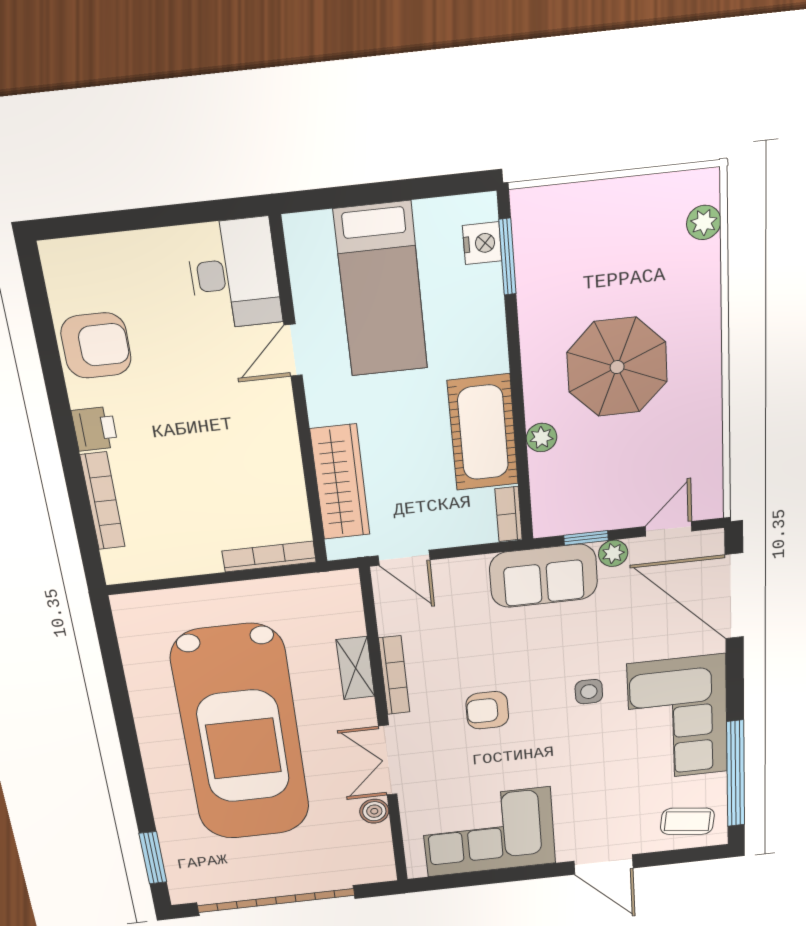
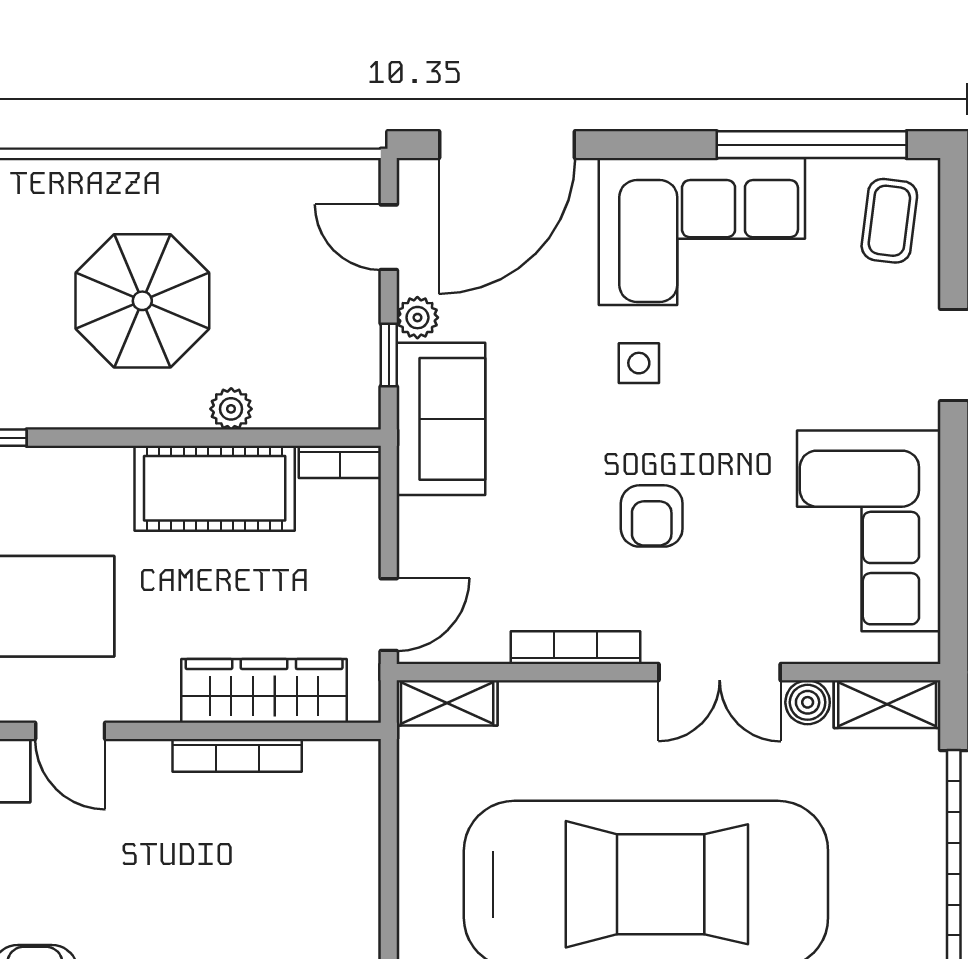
bookcase: (269, 557) -> (237, 755), moved, turned -90
shelving: (355, 668) -> (447, 703), moved
shelving: (379, 854) -> (887, 704), added

